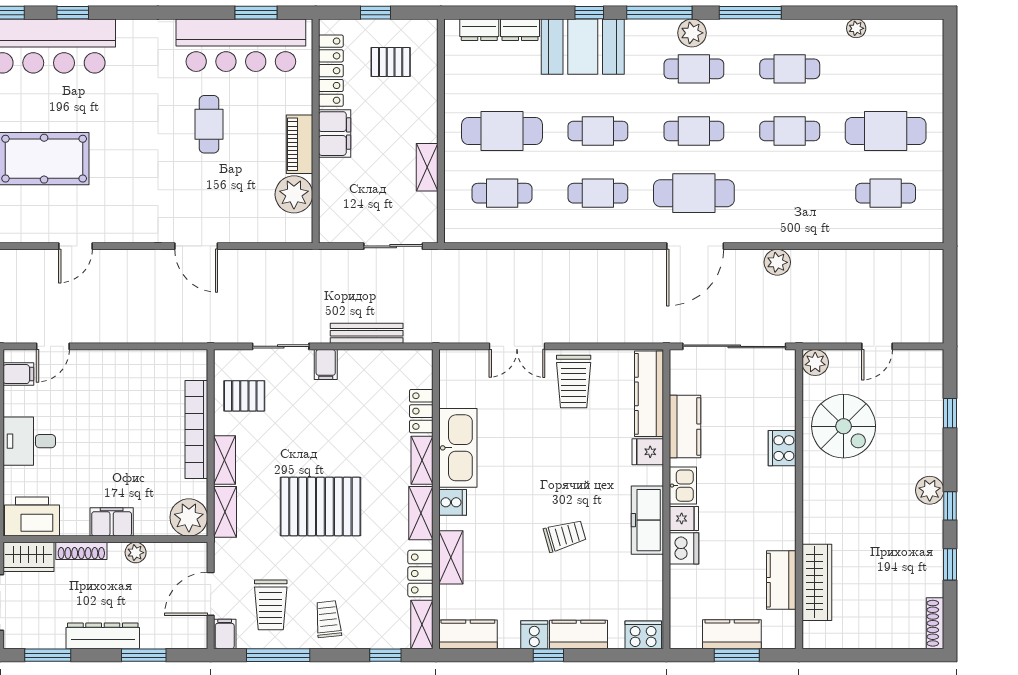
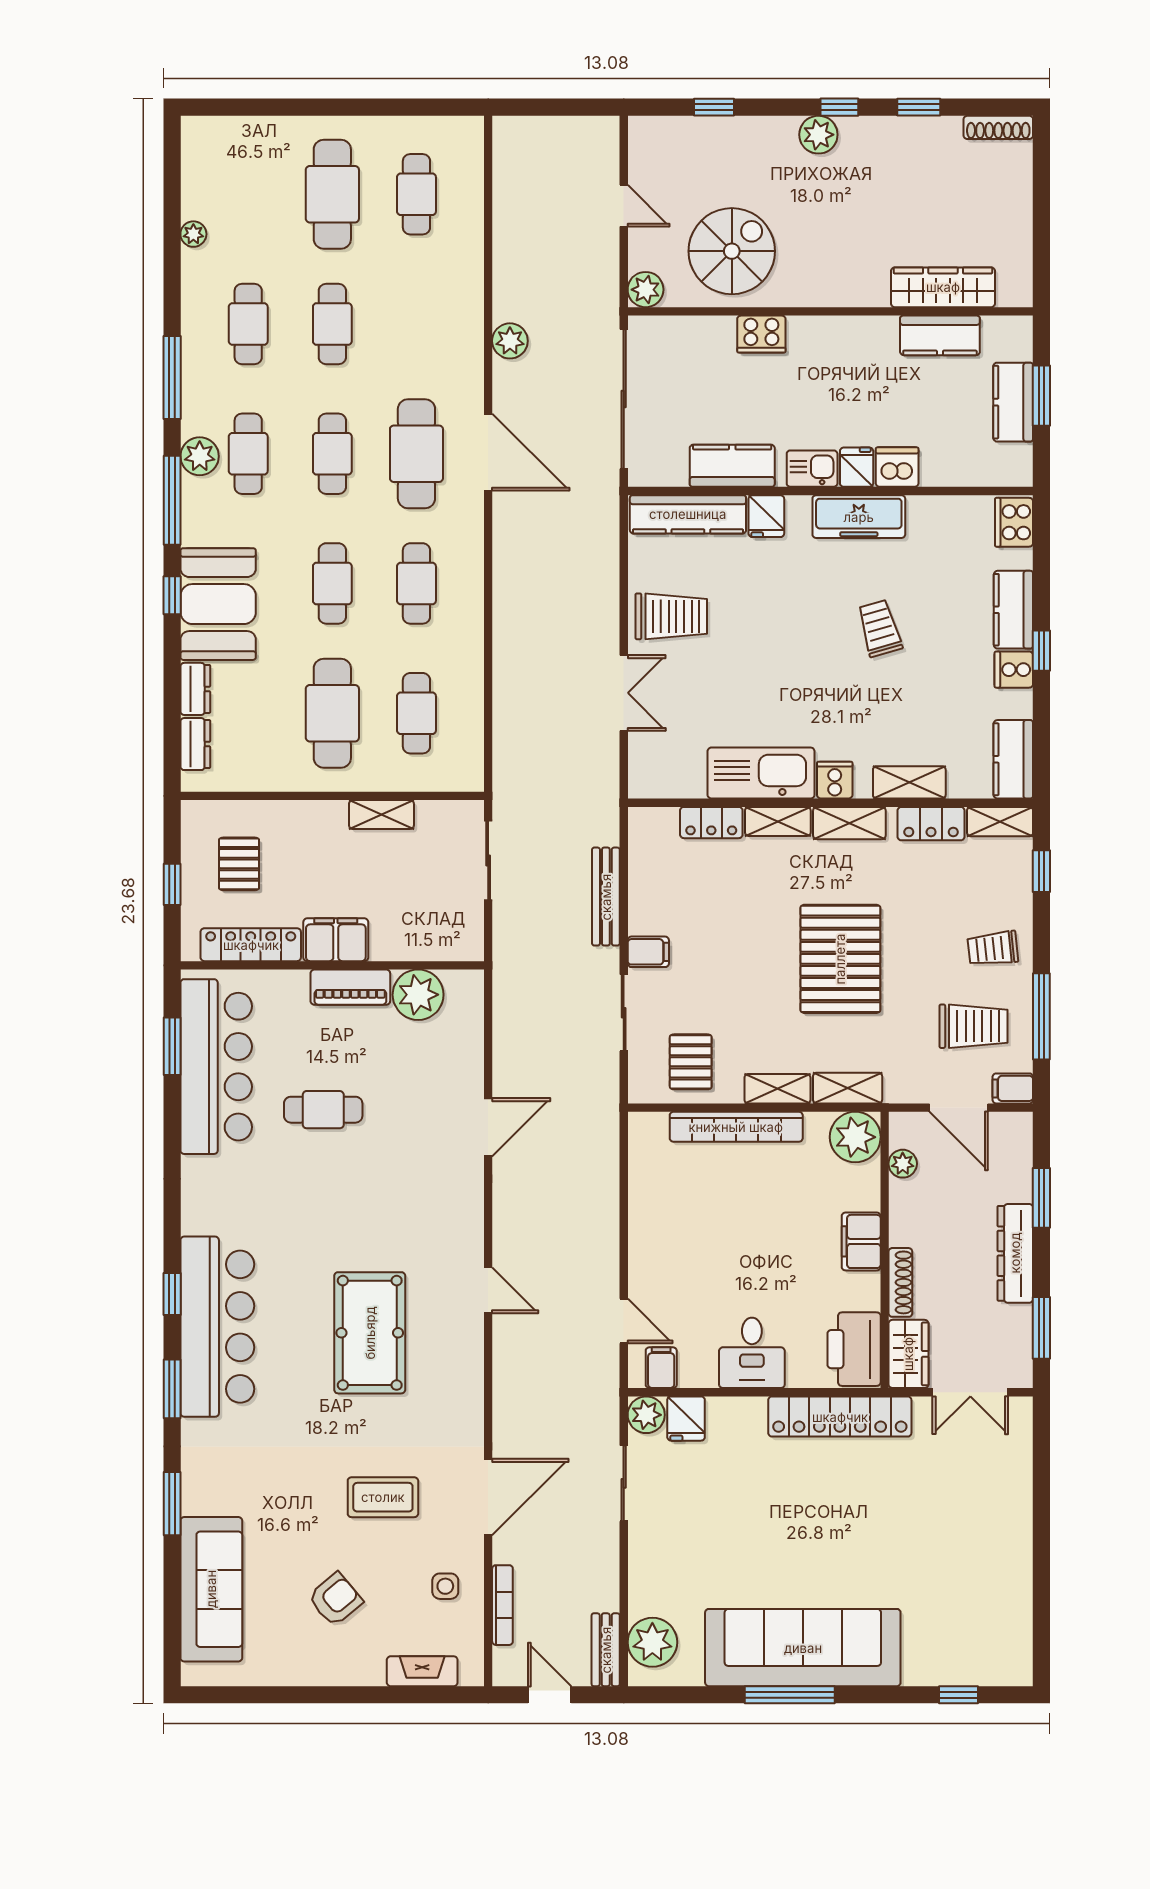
plant: (136, 553) -> (903, 1164), moved

